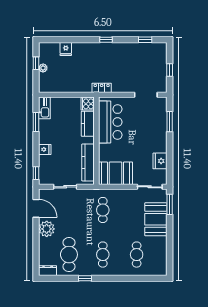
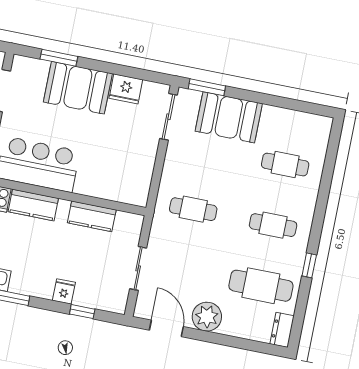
kitchen counter: (88, 162) -> (92, 216), width x0.67
window: (36, 173) -> (82, 312), moved
booth: (115, 173) -> (78, 88), moved, turned 90
door: (36, 208) -> (166, 328), hinge flipped

